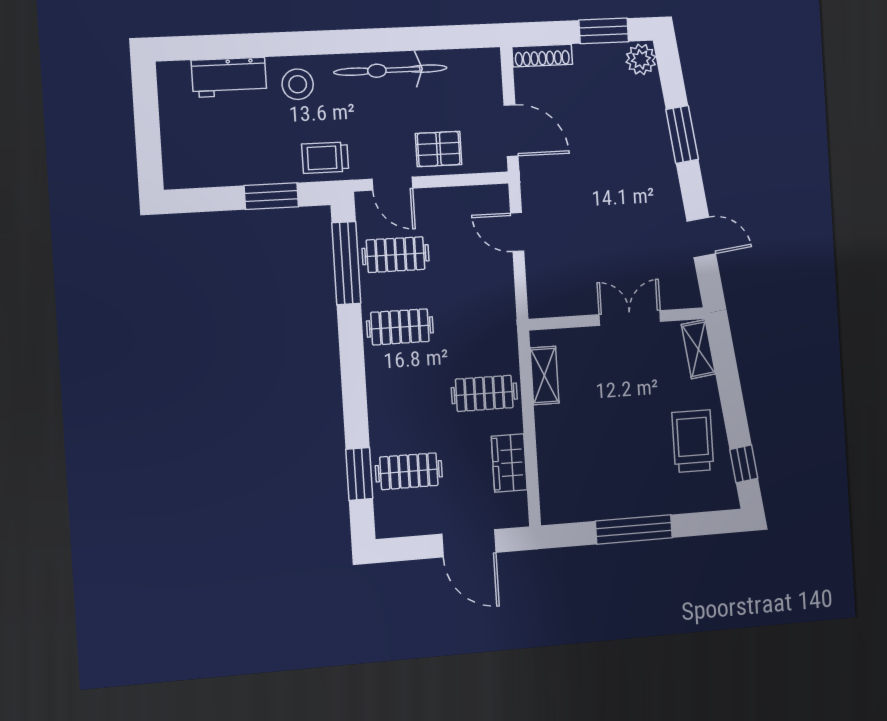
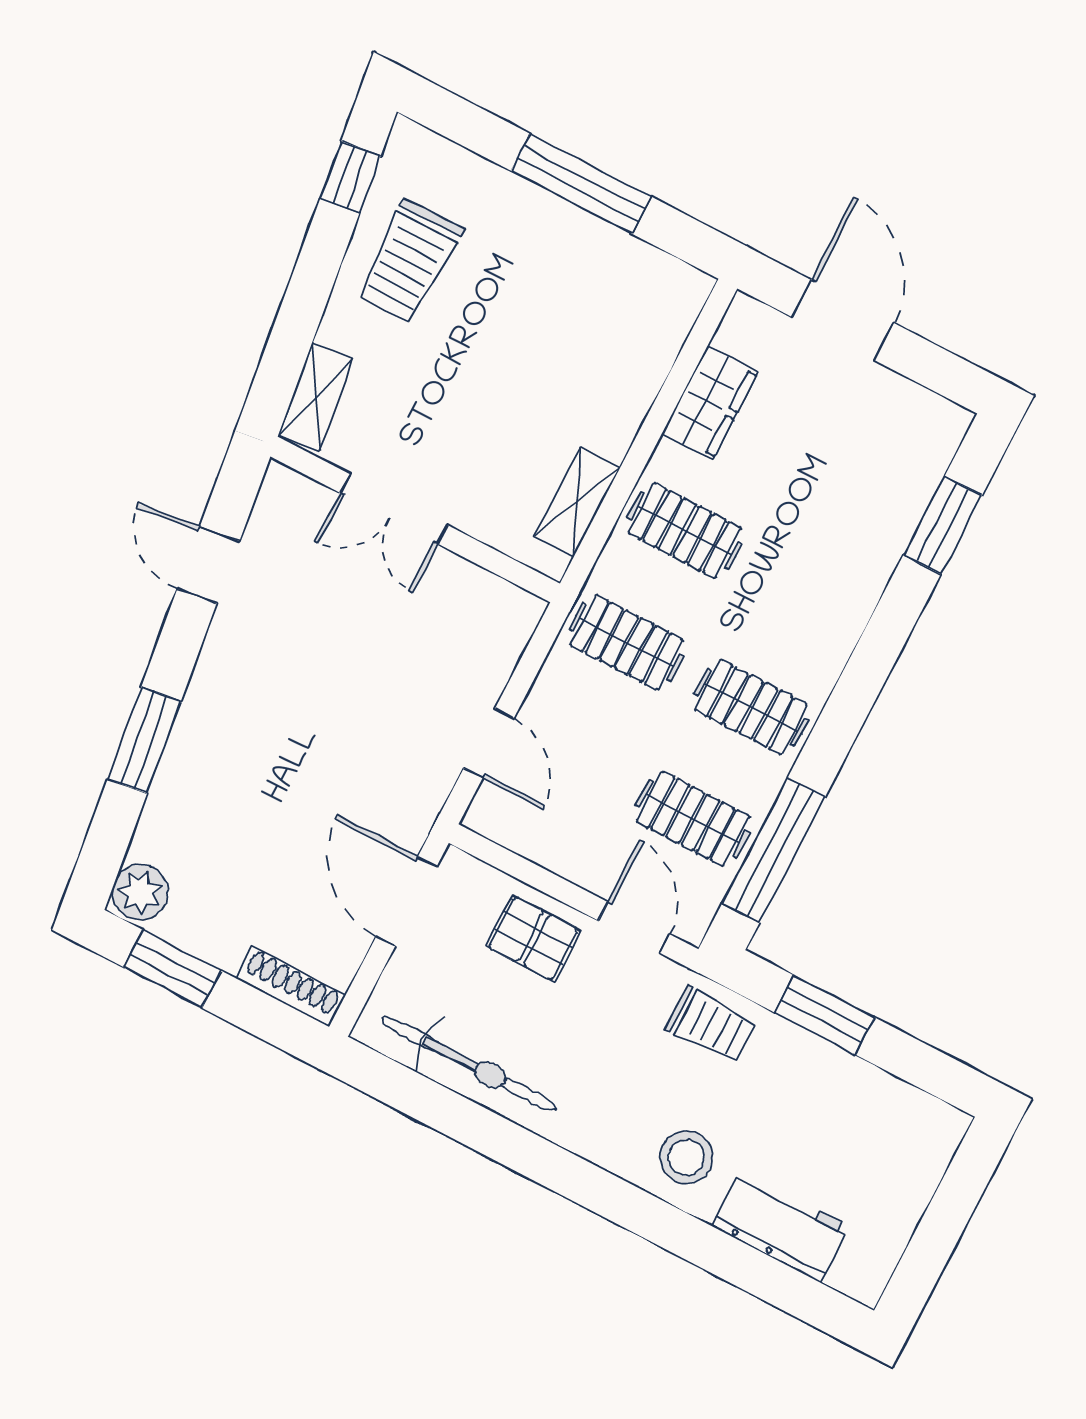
bicycle: (391, 70) -> (469, 1064), moved
clothes rail: (409, 471) -> (627, 642), moved

